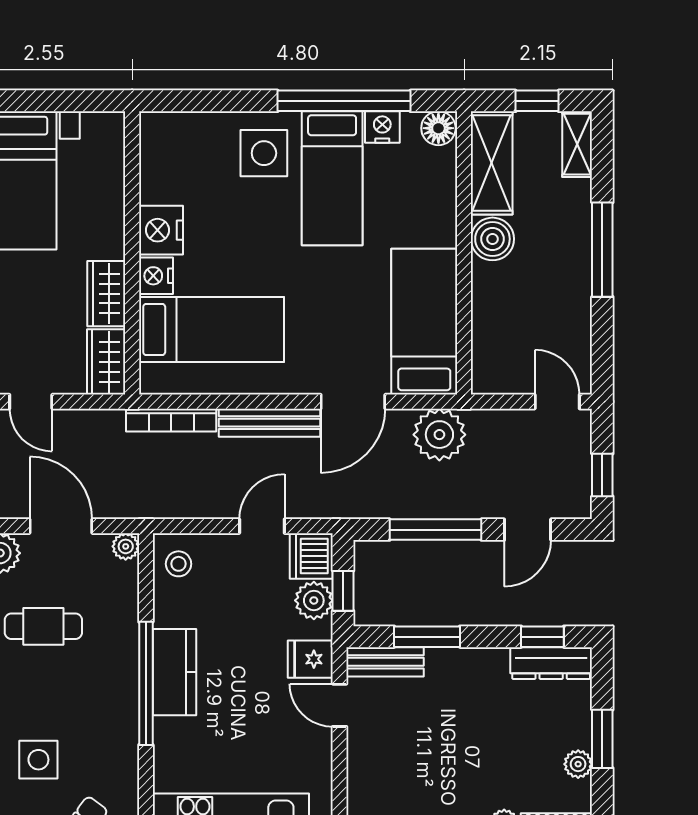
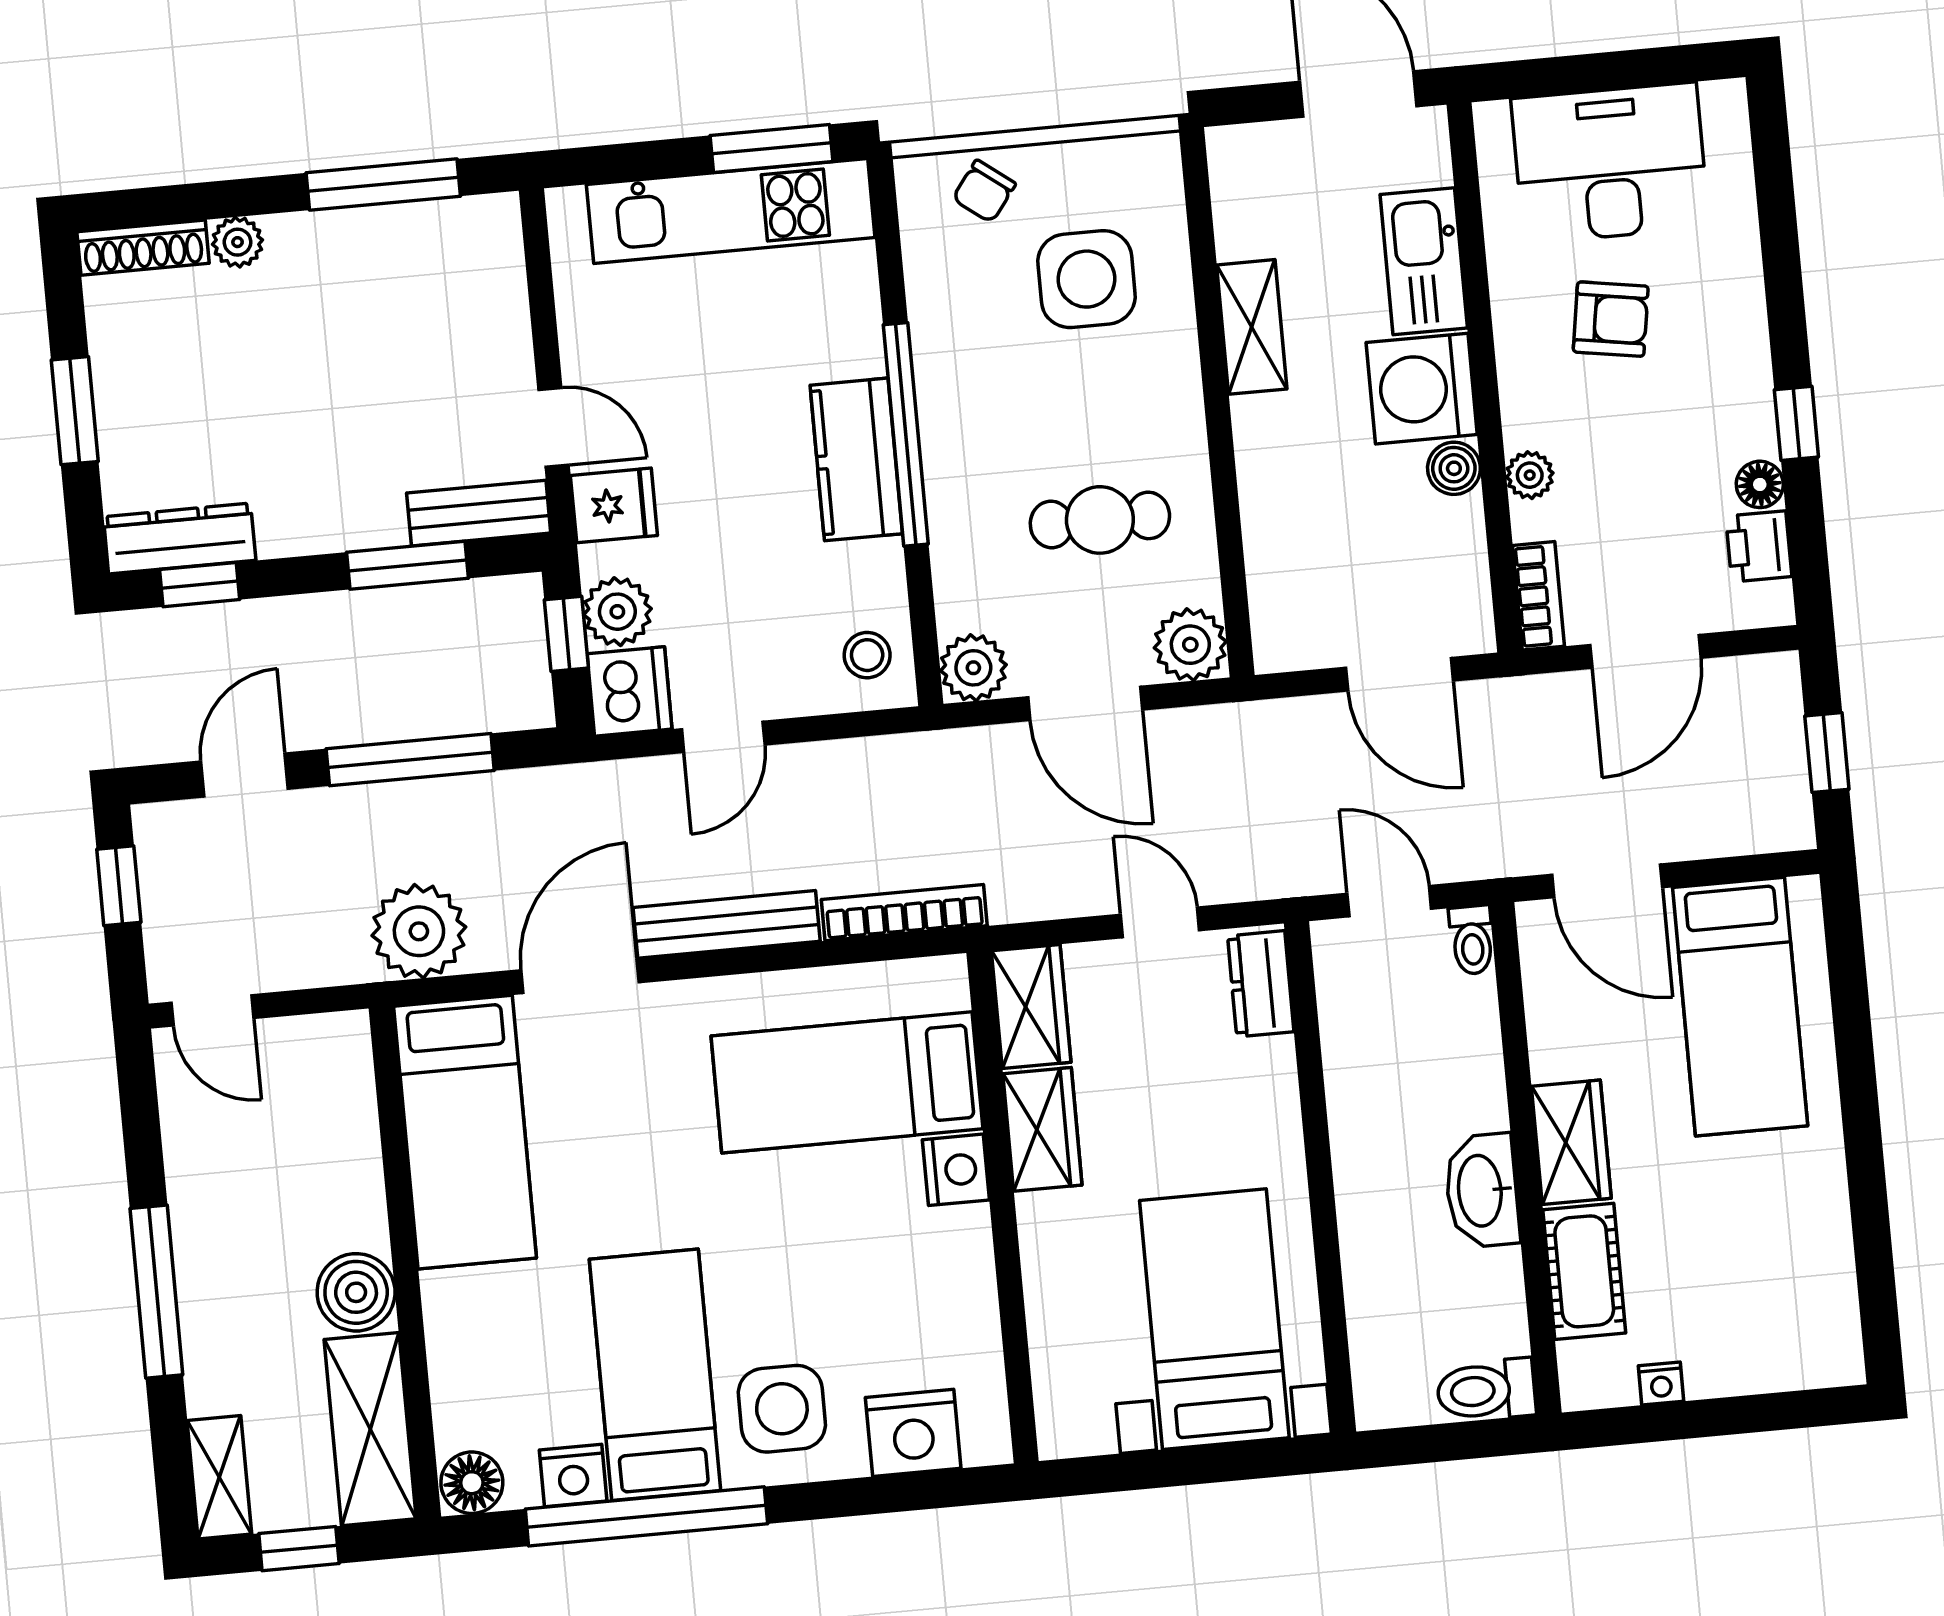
nightstand: (161, 230) -> (913, 1433), moved, turned 90
plant: (126, 546) -> (973, 668), width x1.38, depth x1.38
side table: (38, 760) -> (1087, 279), width x1.37, depth x1.37
plant: (578, 764) -> (114, 361), removed

